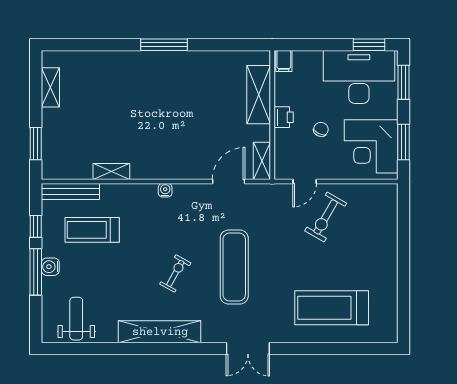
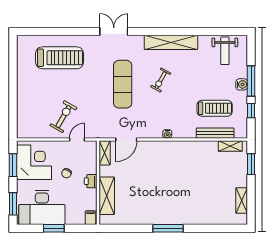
window: (369, 45) -> (54, 228), moved
shelving: (111, 172) -> (230, 146), moved
bench: (70, 192) -> (215, 133), moved

